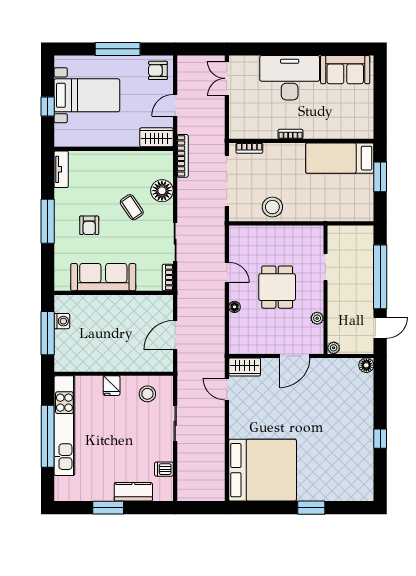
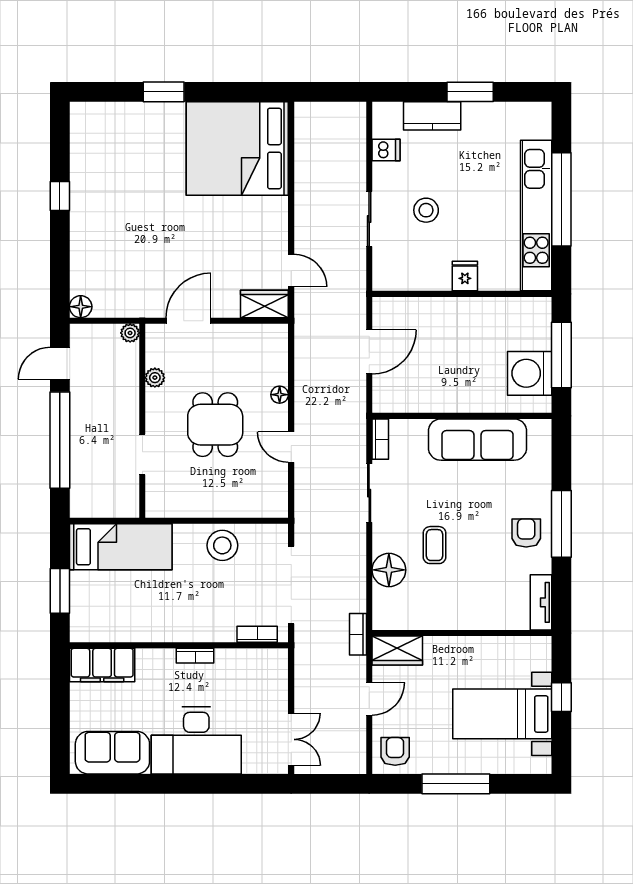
armchair: (158, 70) -> (395, 751), turned -90
filing cabinet: (352, 128) -> (102, 665), added
bookcase: (183, 156) -> (358, 634), width x0.64
bed: (340, 158) -> (121, 547), moved
coffee table: (132, 207) -> (435, 545), turned 34
armchair: (89, 225) -> (526, 533), moved
washing machine: (62, 321) -> (530, 373), width x1.89, depth x1.89
stool: (147, 394) -> (426, 210), moved

